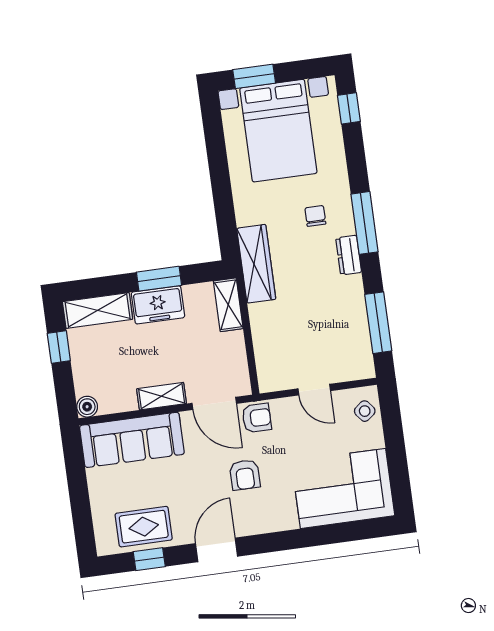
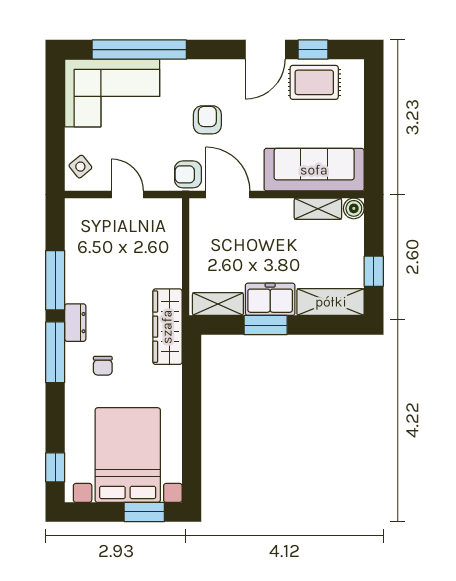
shelving: (228, 305) -> (218, 304), moved, turned 90
window: (378, 323) -> (55, 280), moved
shelving: (162, 396) -> (318, 209), moved
window: (322, 535) -> (139, 50), added
door: (217, 550) -> (265, 50), moved

